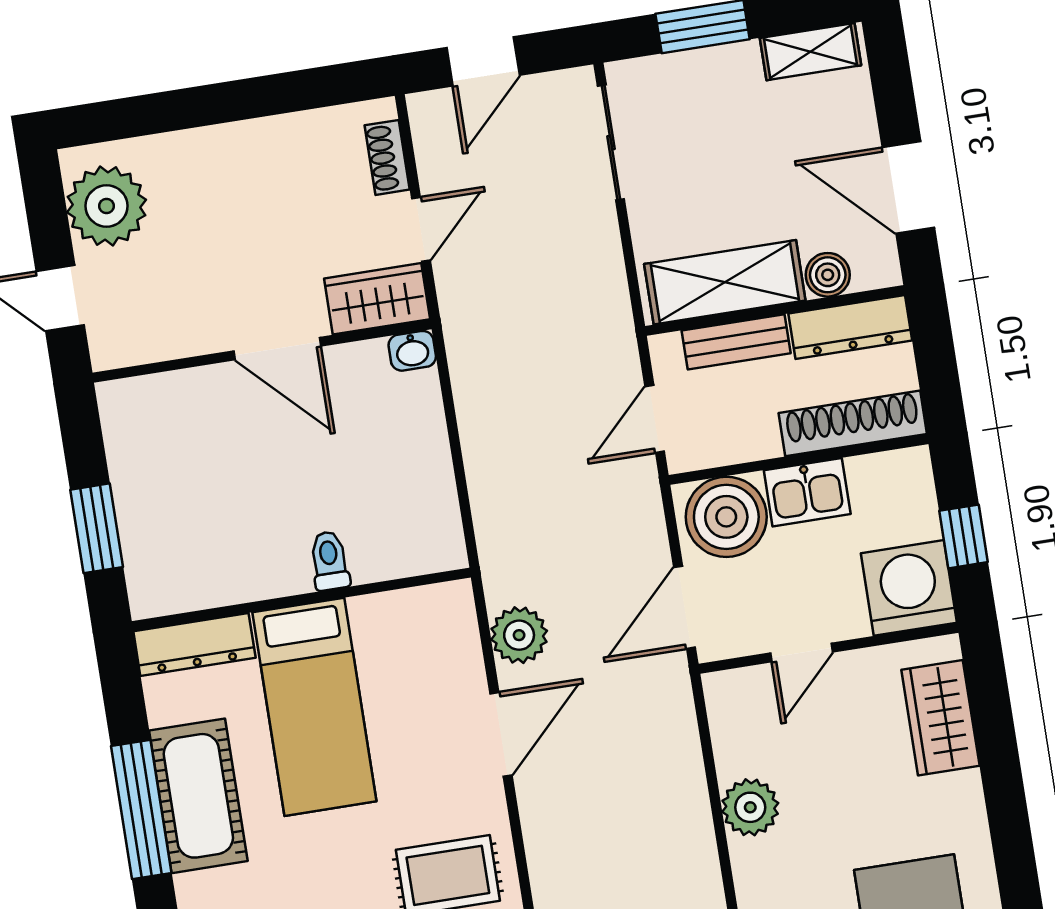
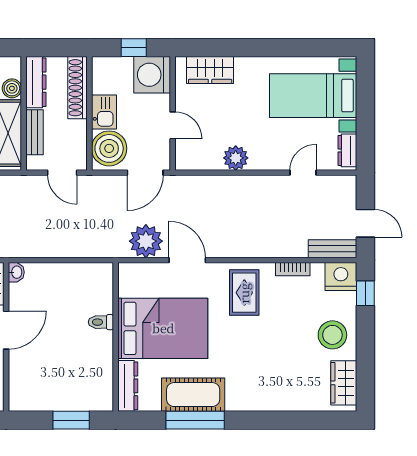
door: (685, 607) -> (145, 173), hinge flipped
plant: (519, 635) -> (146, 241), width x1.36, depth x1.36
bed: (314, 707) -> (163, 328), width x1.50

